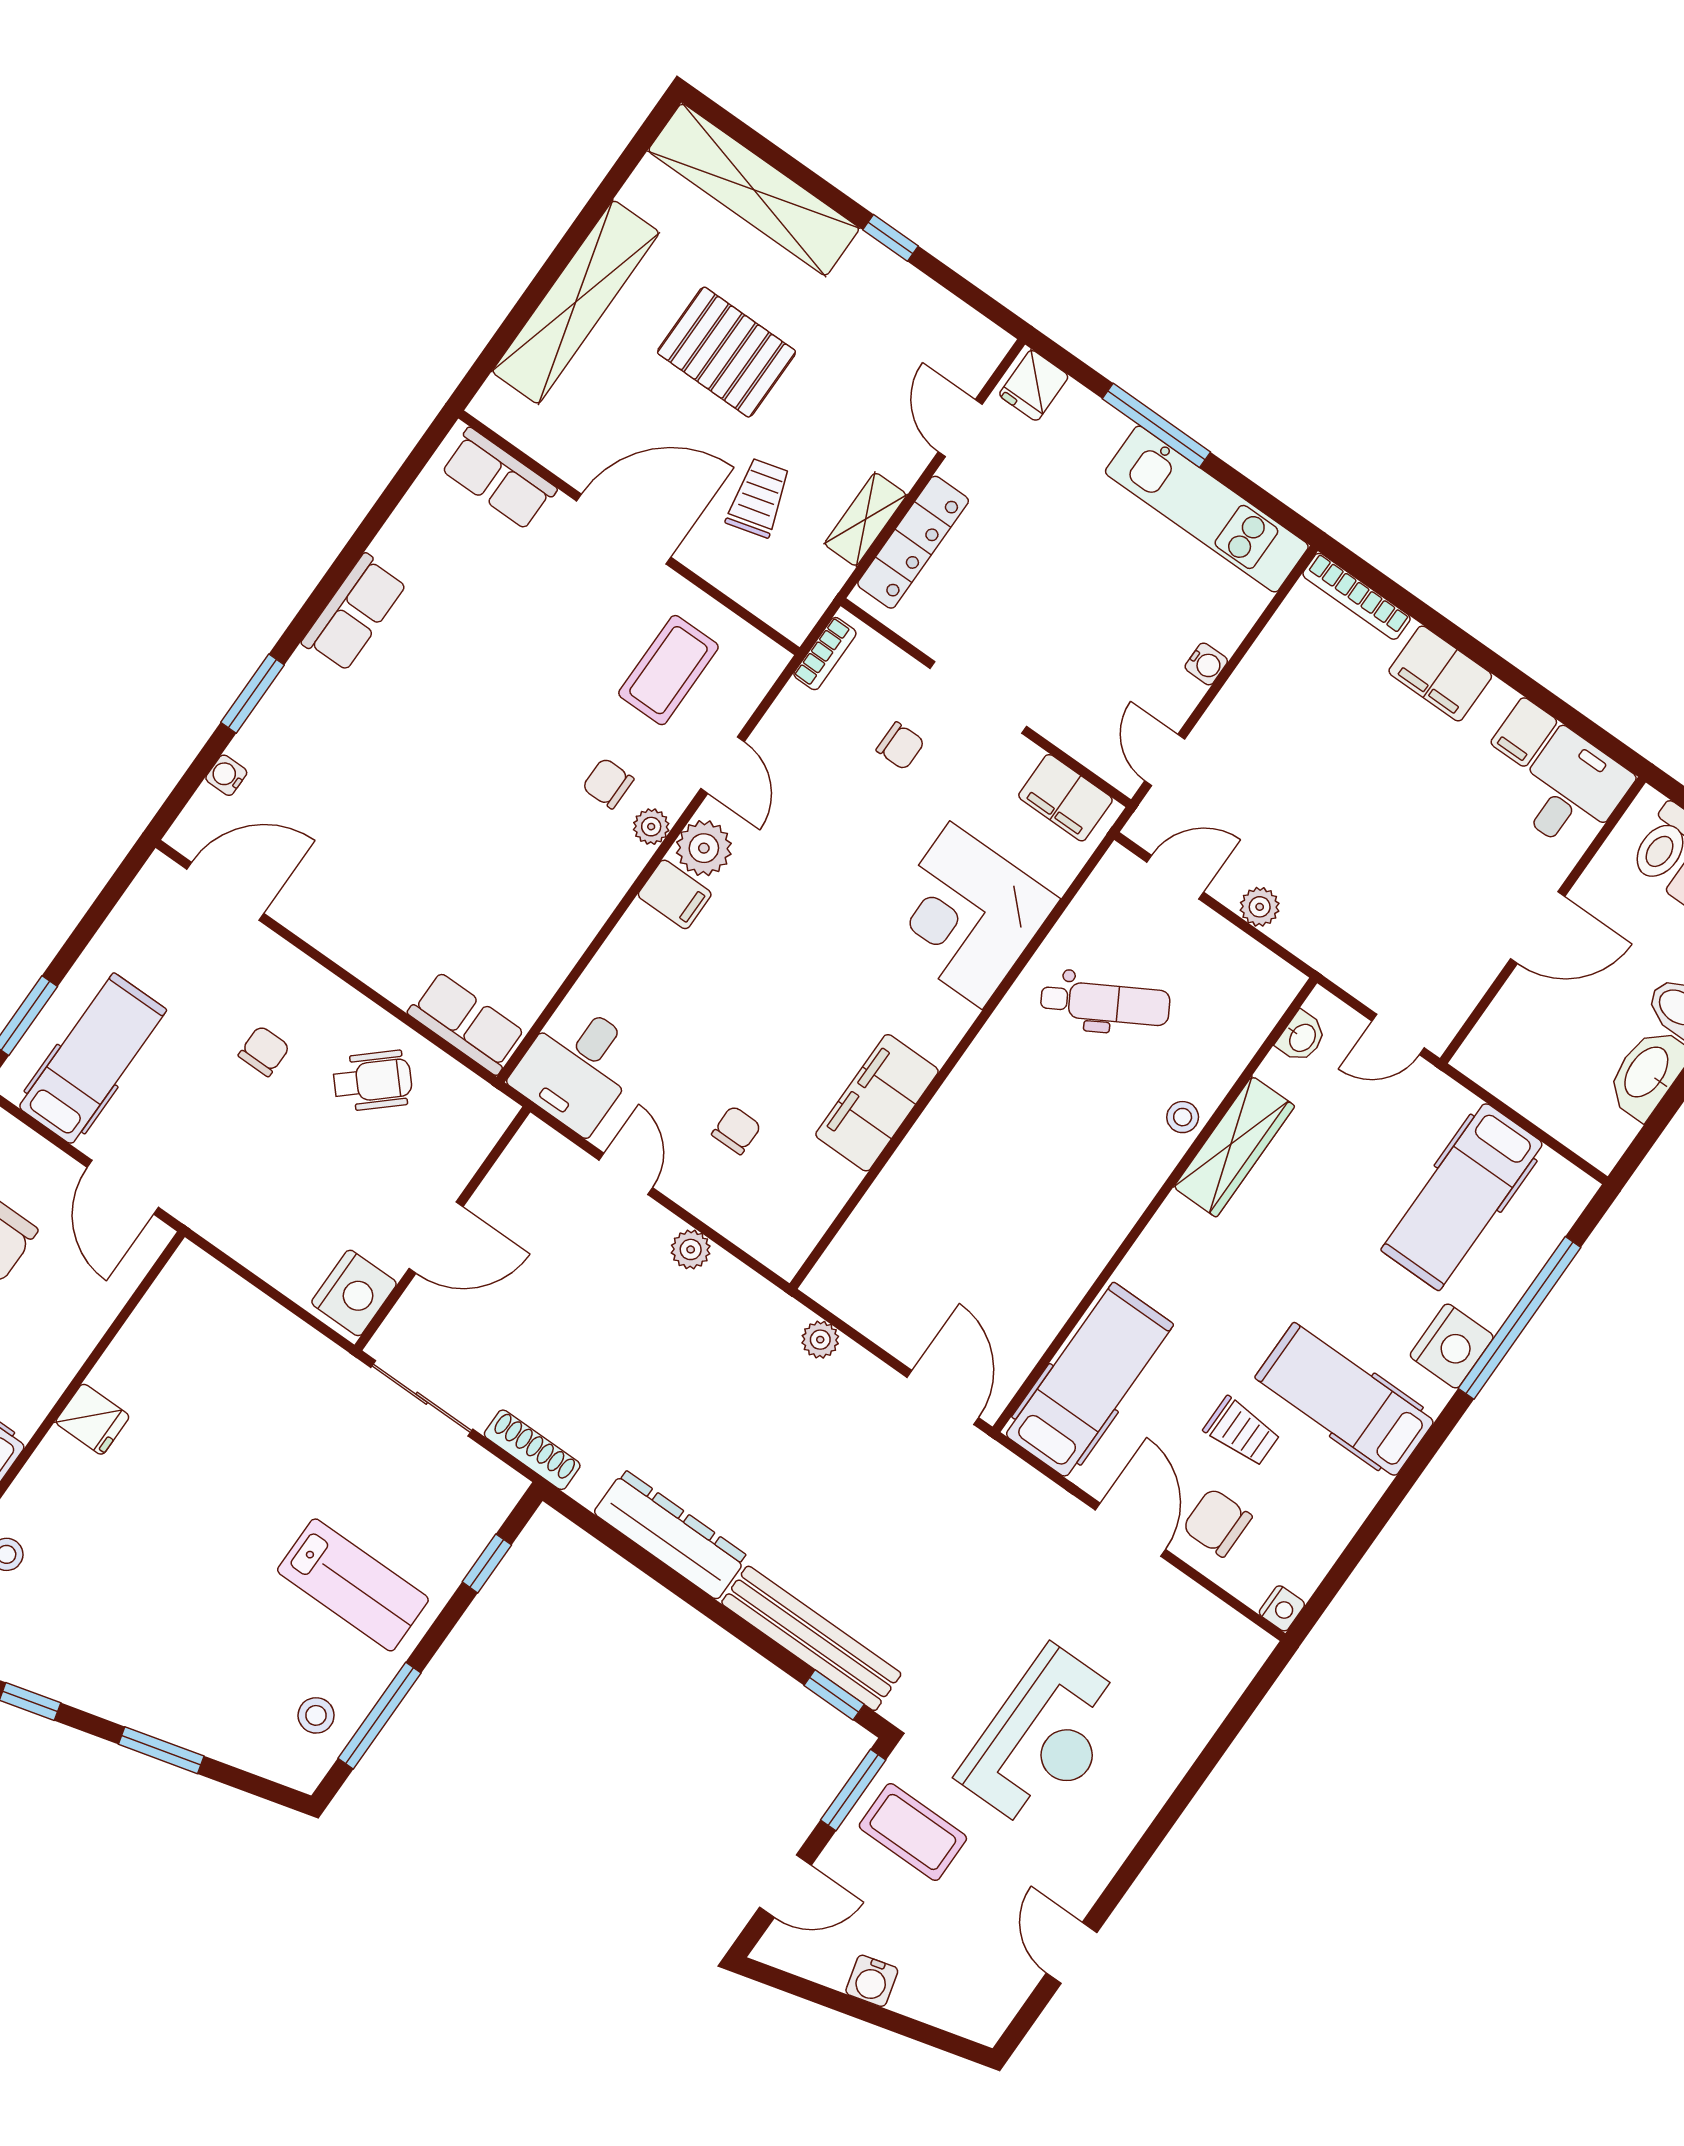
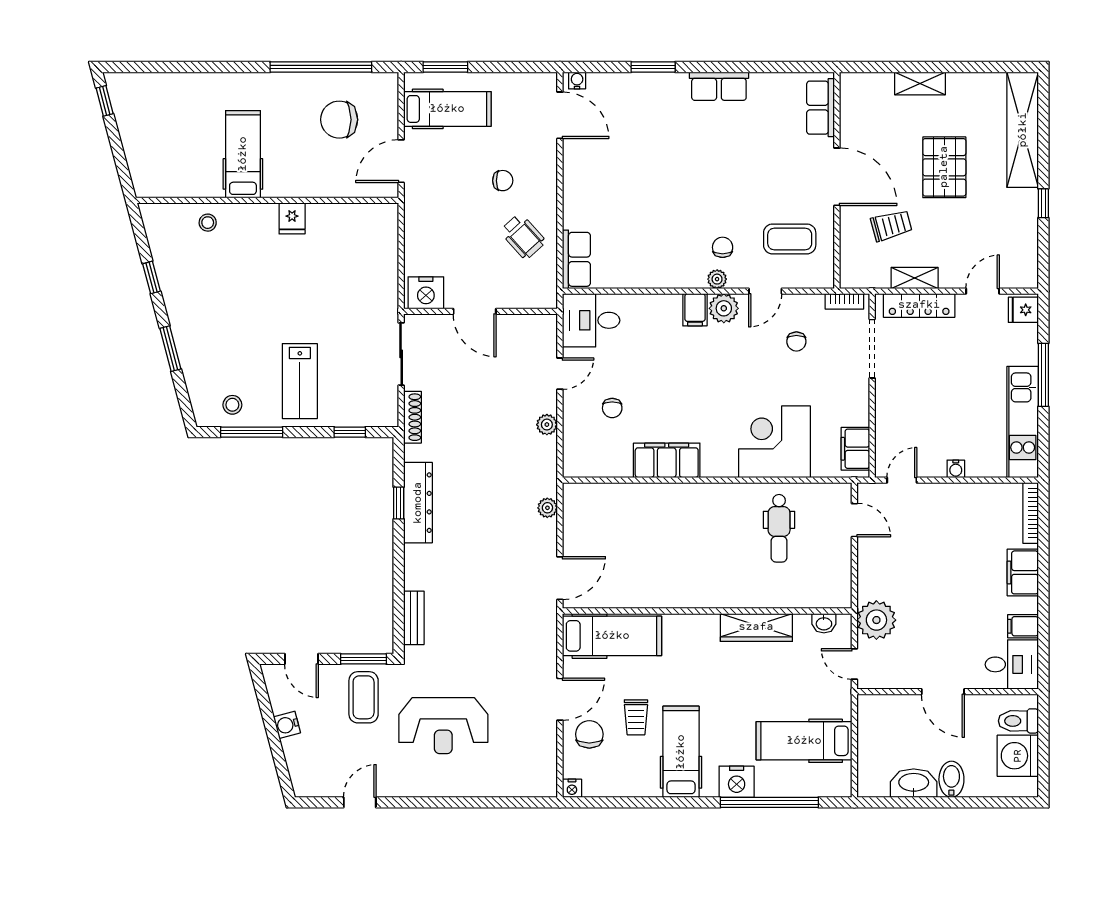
shelving: (576, 302) -> (920, 83), width x0.45, depth x0.75
doorway: (978, 697) -> (872, 349), moved
chair: (900, 746) -> (796, 342), moved
water cooler: (226, 775) -> (577, 81), moved
plant: (1260, 907) -> (876, 620), moved, width x1.88, depth x1.88
dental chair: (1105, 1003) -> (779, 528), turned 30
stool: (1183, 1117) -> (753, 596), removed
chair: (736, 1130) -> (612, 408), turned 90
bench: (811, 1638) -> (414, 618), width x0.54, depth x0.82
window: (834, 1695) -> (399, 503), moved

